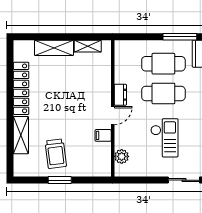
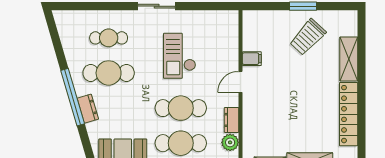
dresser: (120, 95) -> (232, 120), moved
trolley: (56, 154) -> (308, 37), turned -130
plant: (122, 156) -> (230, 142), moved

